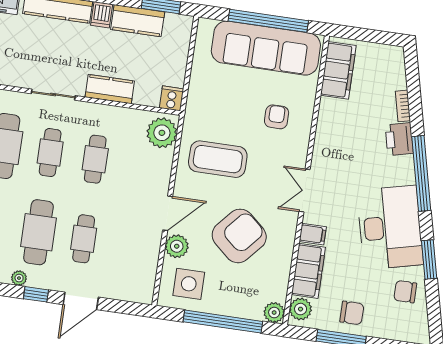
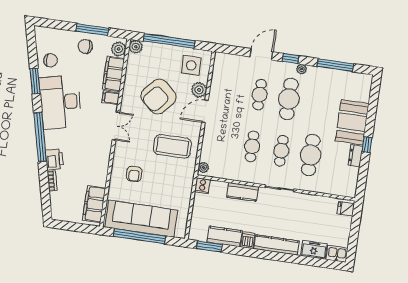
plant: (162, 133) -> (203, 167), width x0.53, depth x0.53

